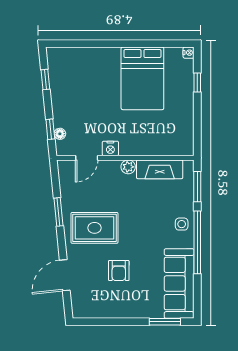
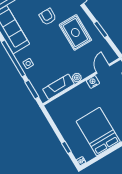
rug: (94, 228) -> (75, 32), turned 90

